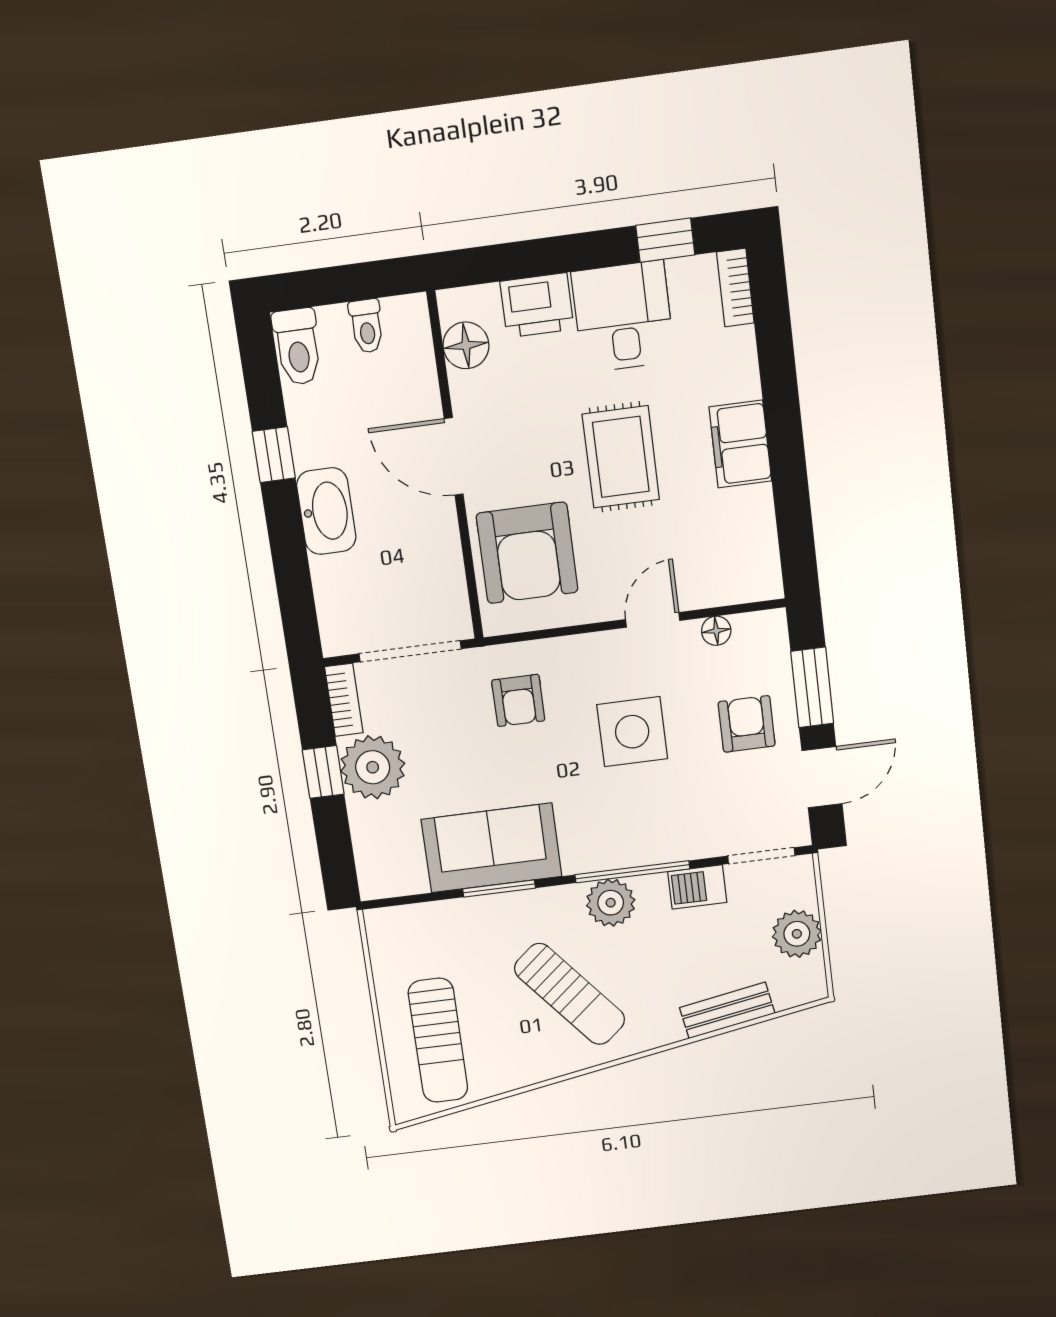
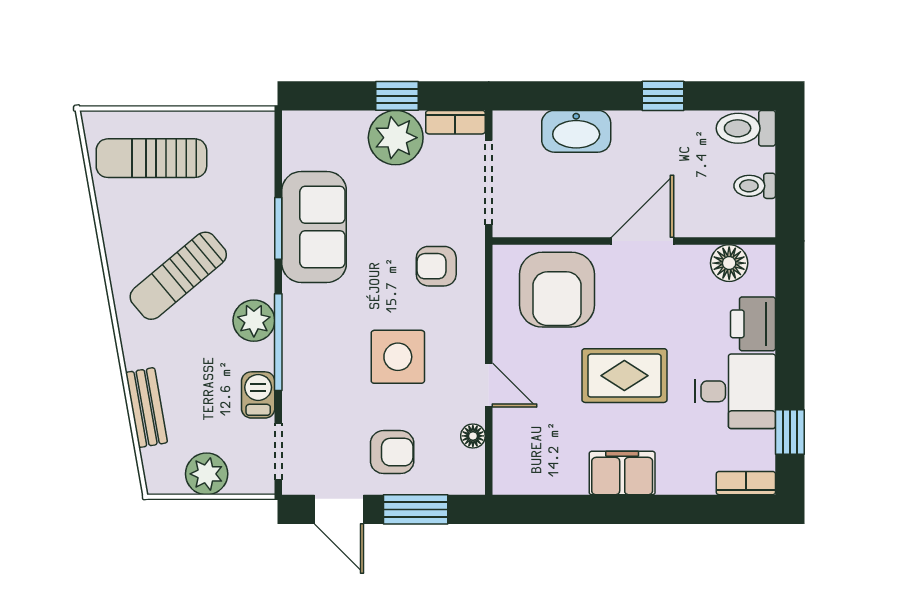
washbasin: (326, 511) -> (576, 131), moved
armchair: (527, 553) -> (557, 290), turned -90

